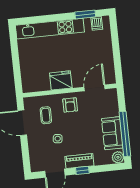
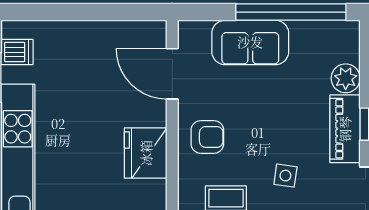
sofa: (112, 133) -> (250, 42), moved
plant: (118, 157) -> (346, 78), moved

